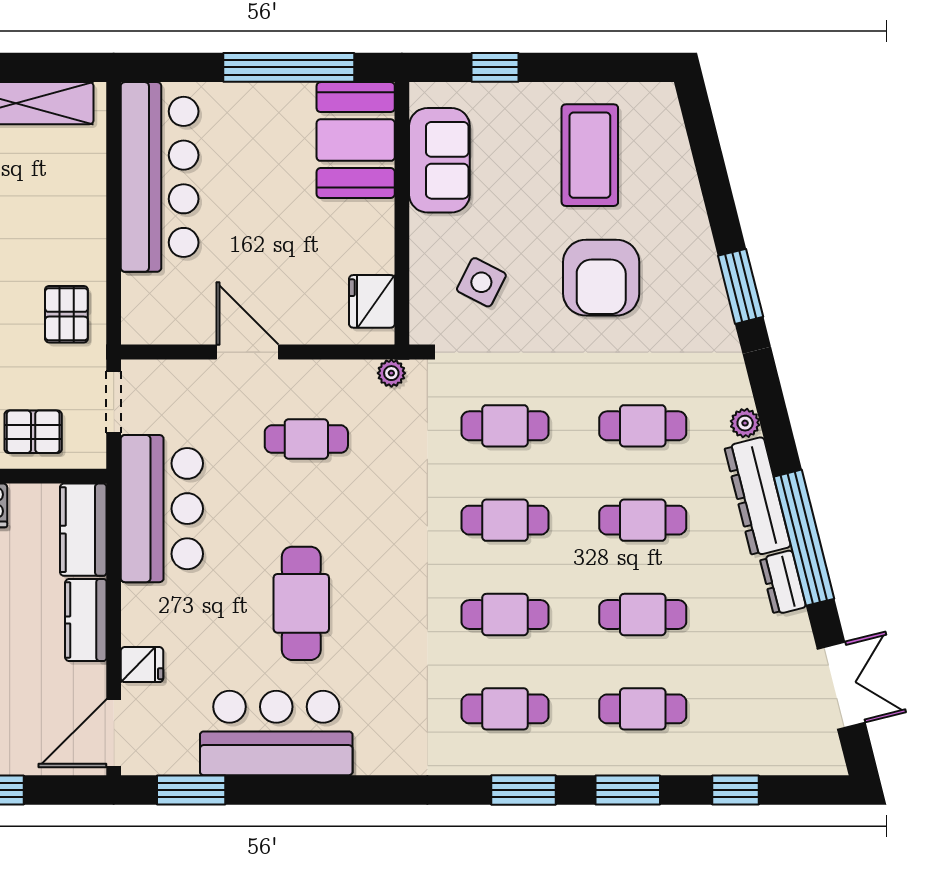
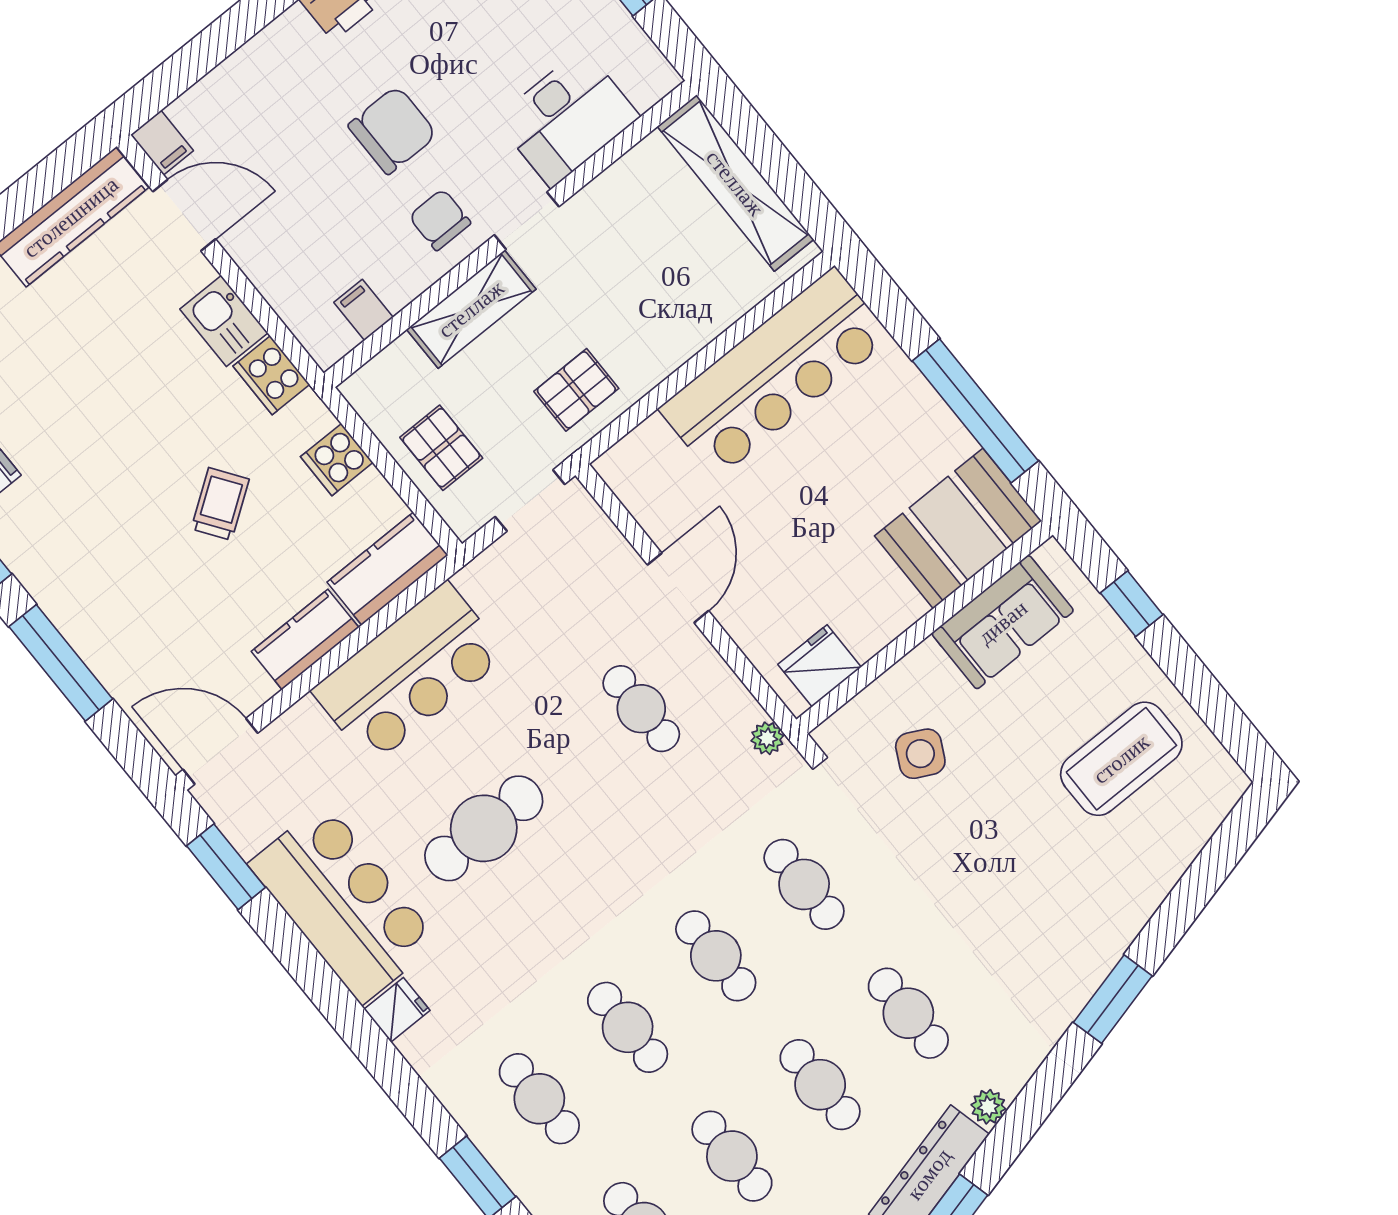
armchair: (601, 278) -> (1015, 862), removed
bar counter: (162, 509) -> (409, 673), moved
fridge: (142, 665) -> (397, 1010), moved, turned -90

